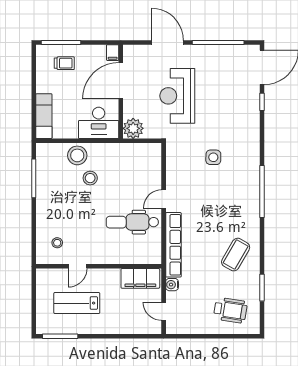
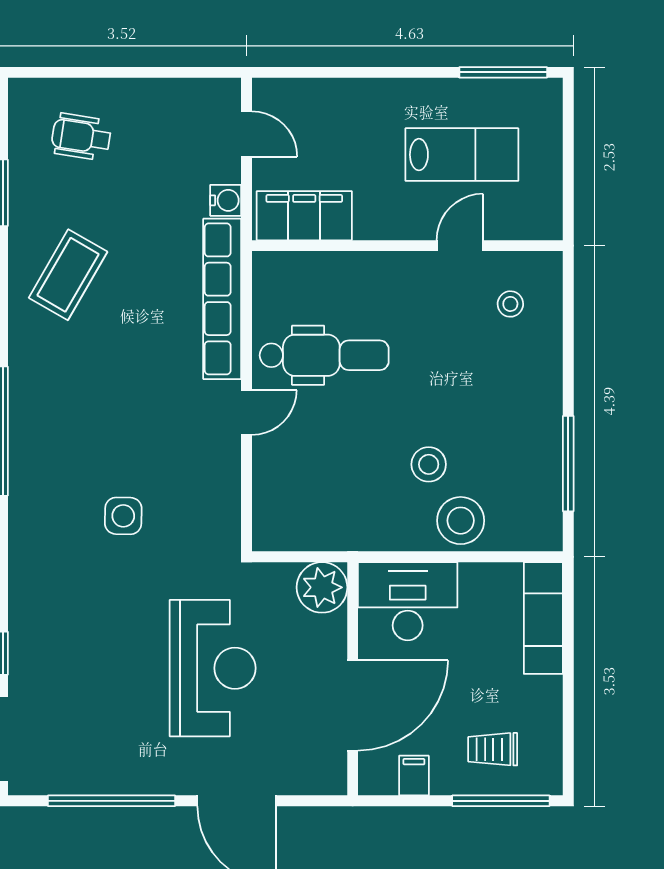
filing cabinet: (113, 53) -> (414, 776), moved
wheelchair: (230, 310) -> (81, 137), width x0.73, depth x0.73

